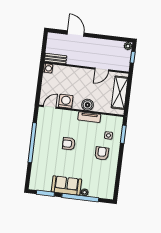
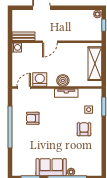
door: (102, 69) -> (50, 42), moved
armchair: (69, 144) -> (33, 118), moved

